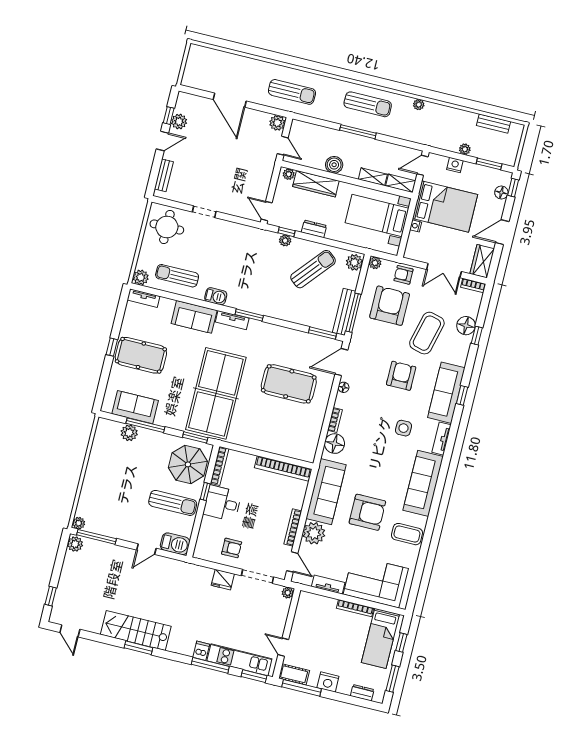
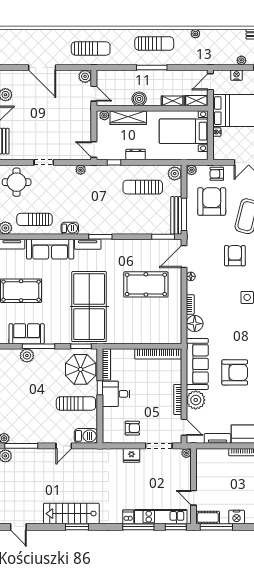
plant: (285, 241) -> (81, 170), moved
sun lounger: (313, 269) -> (143, 187), turned -130
sofa: (194, 317) -> (50, 249), width x1.36

